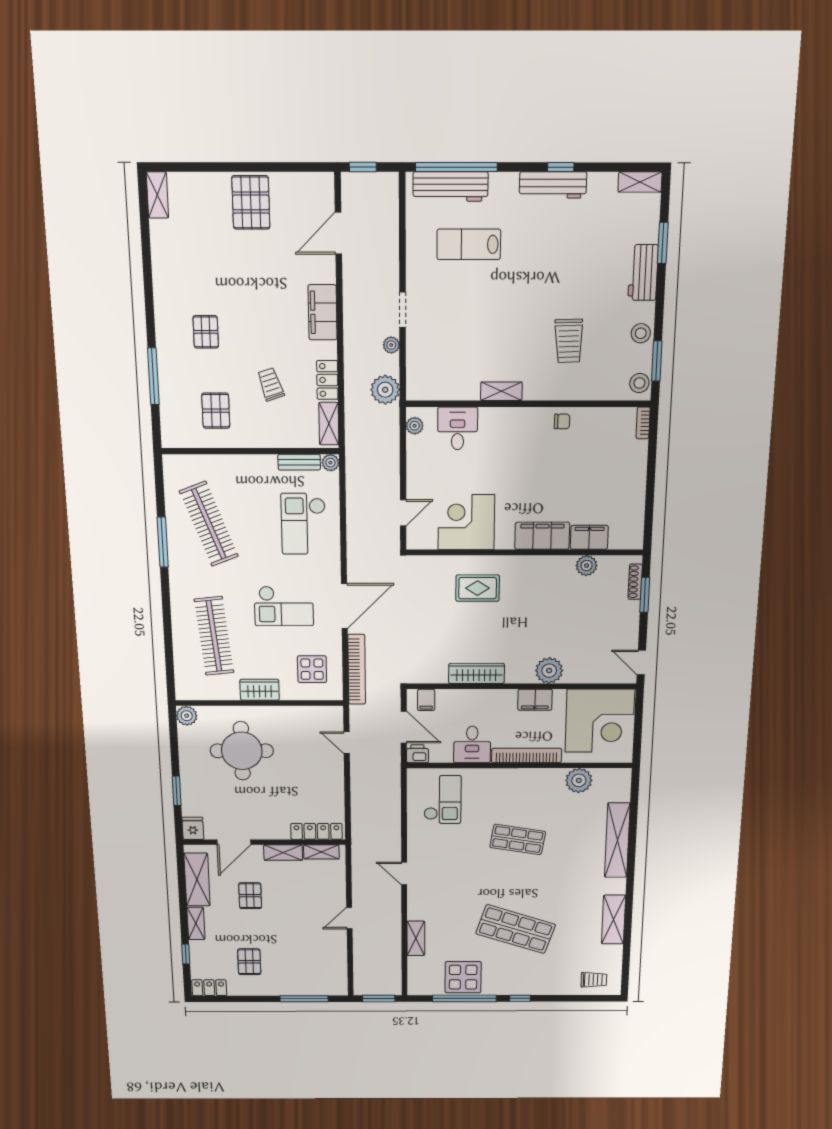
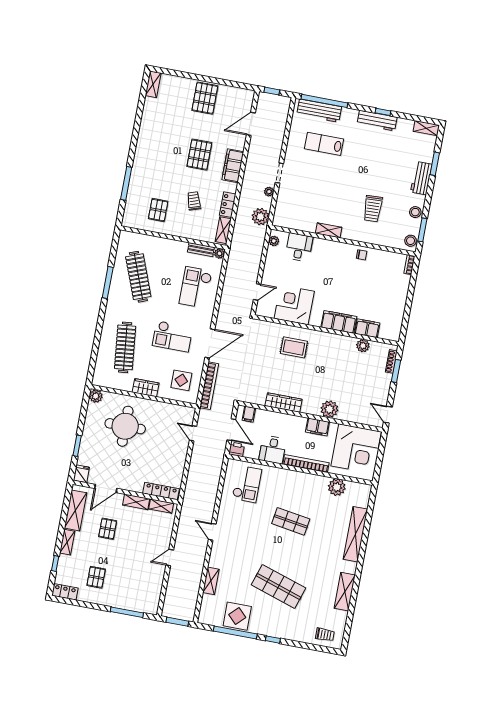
pallet: (206, 332) -> (199, 155), moved, width x1.50, depth x1.42

